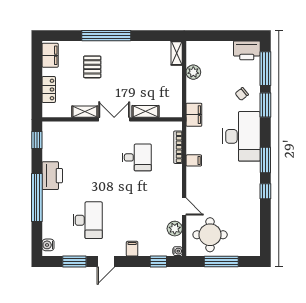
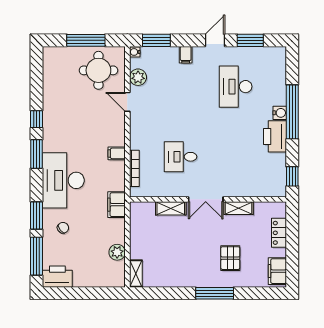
window: (106, 36) -> (215, 293), width x0.68
water cooler: (48, 245) -> (280, 113), moved
window: (158, 262) -> (156, 40), width x1.50

